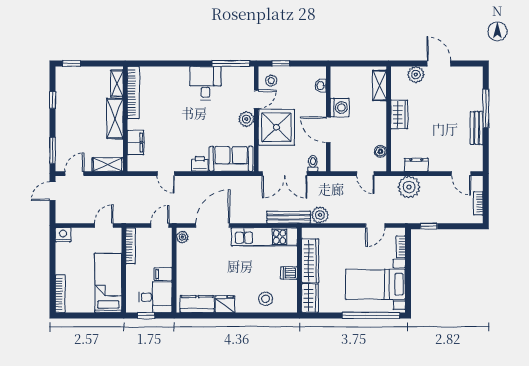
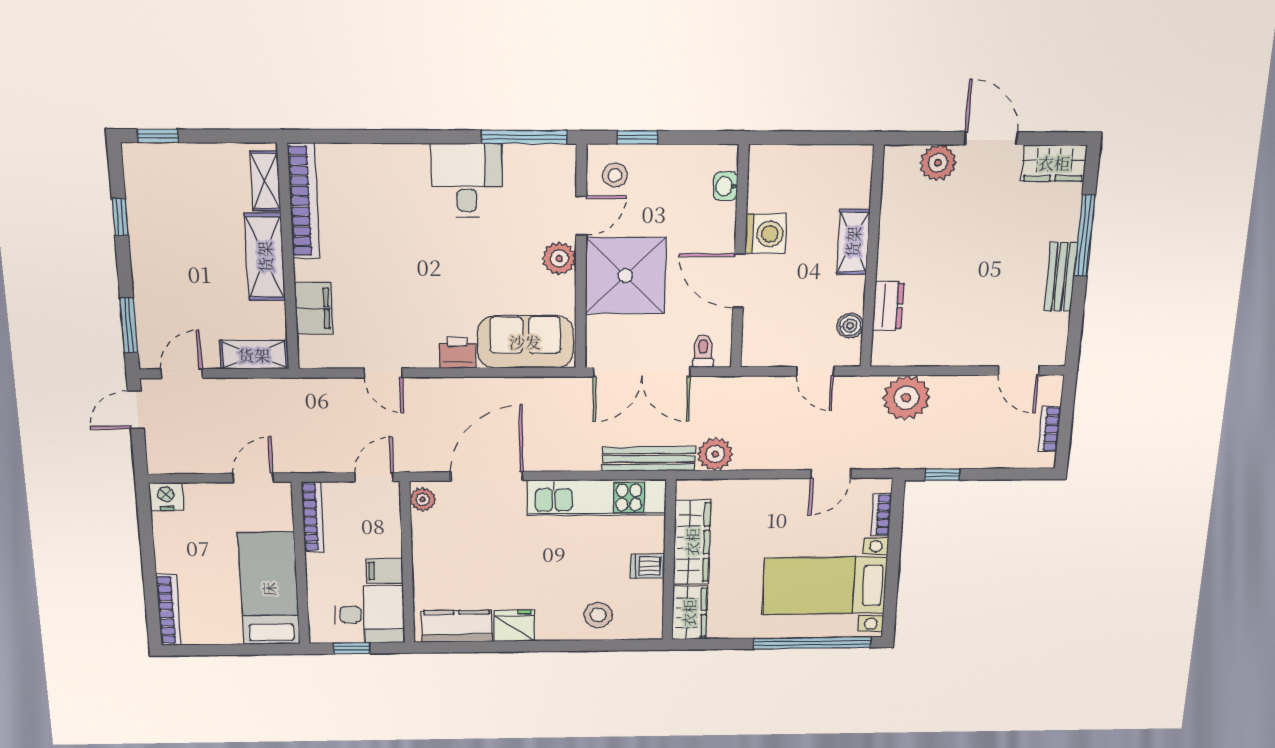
shelving: (380, 85) -> (853, 242), moved
wardrobe: (399, 114) -> (1054, 163), moved, turned 90
dresser: (416, 165) -> (888, 306), moved, turned 90

